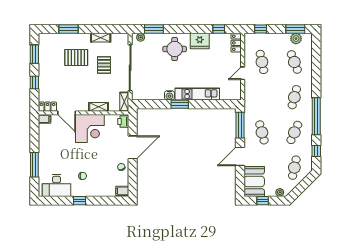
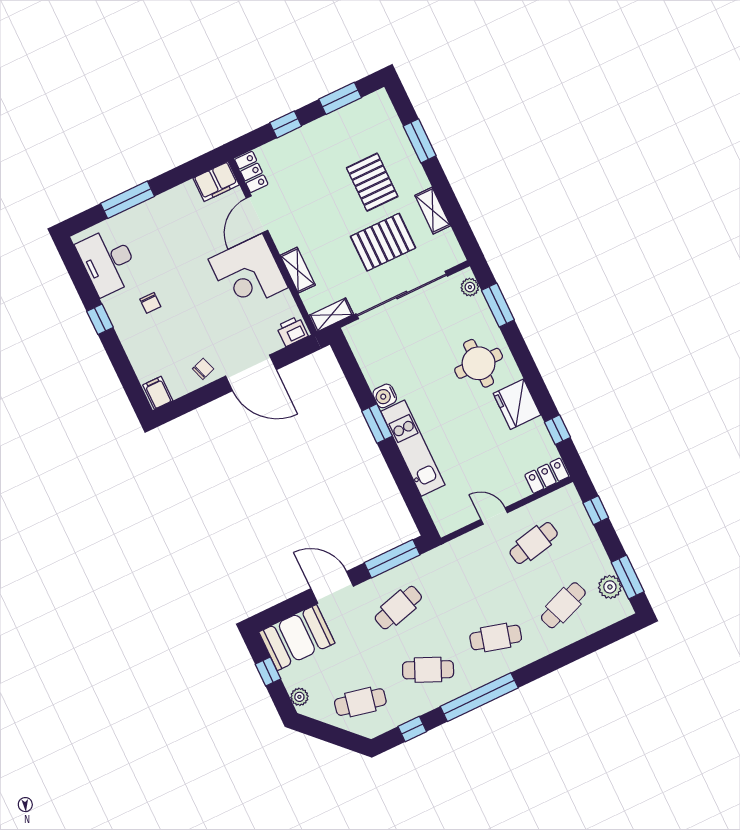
pallet: (104, 65) -> (383, 242), width x1.50, depth x1.42
filing cabinet: (44, 119) -> (216, 181), width x2.00

